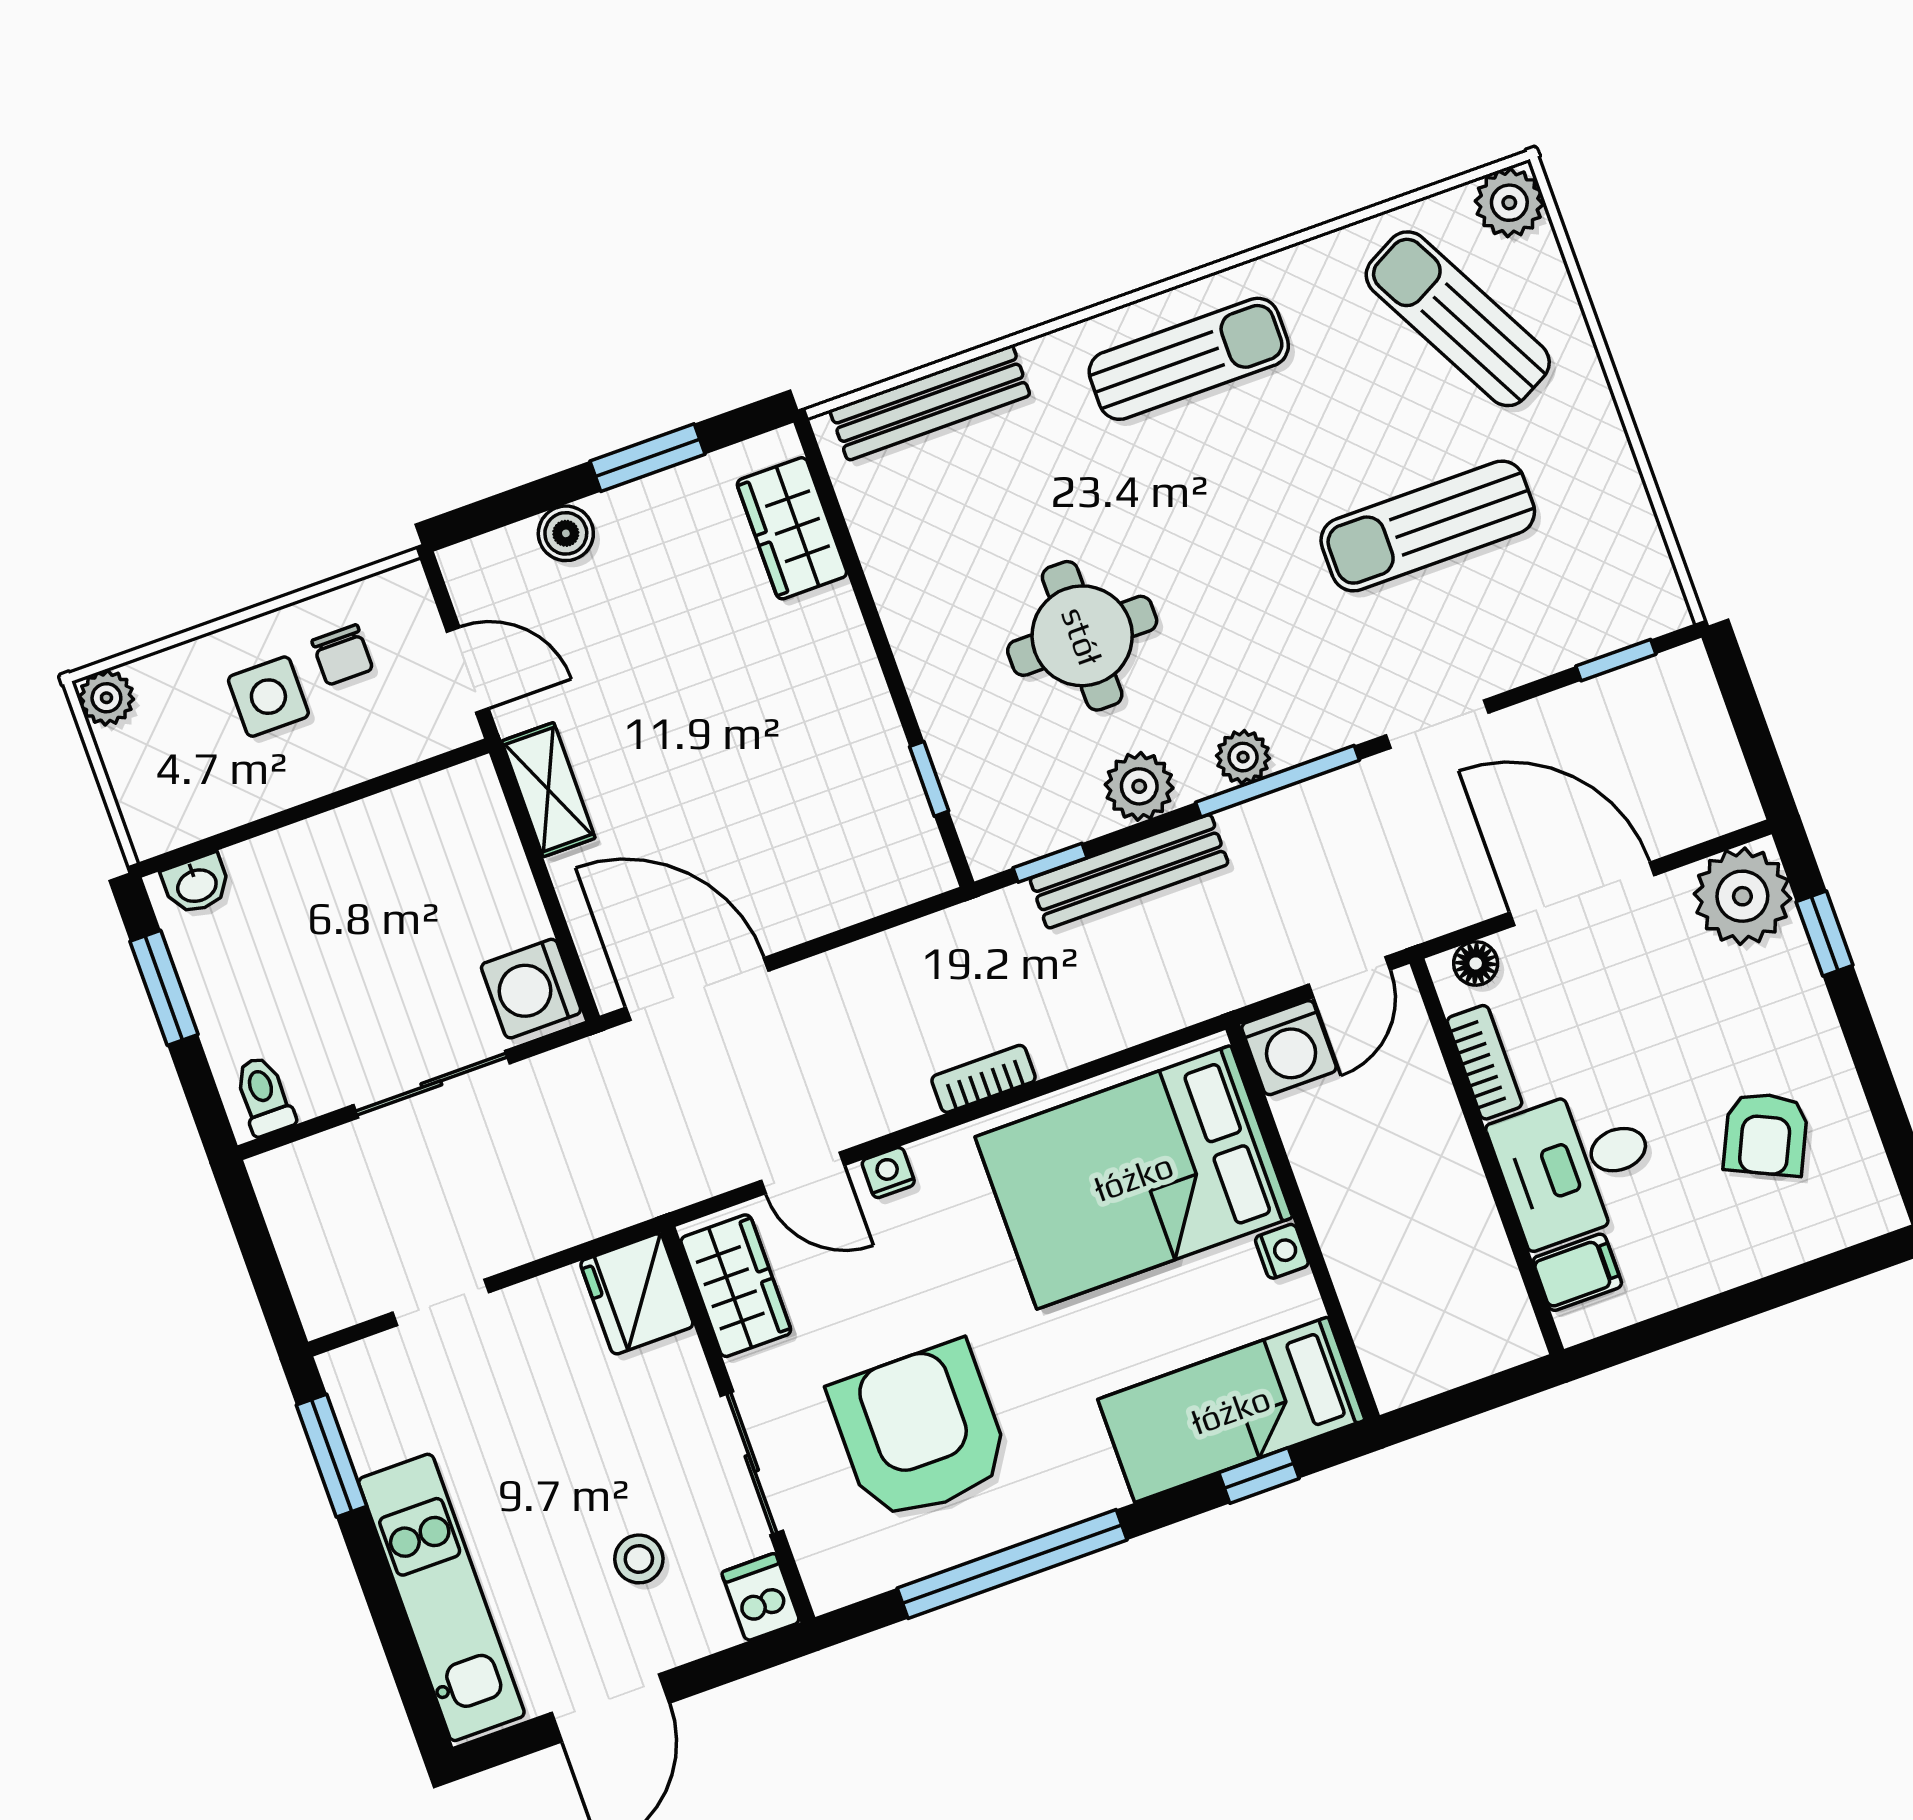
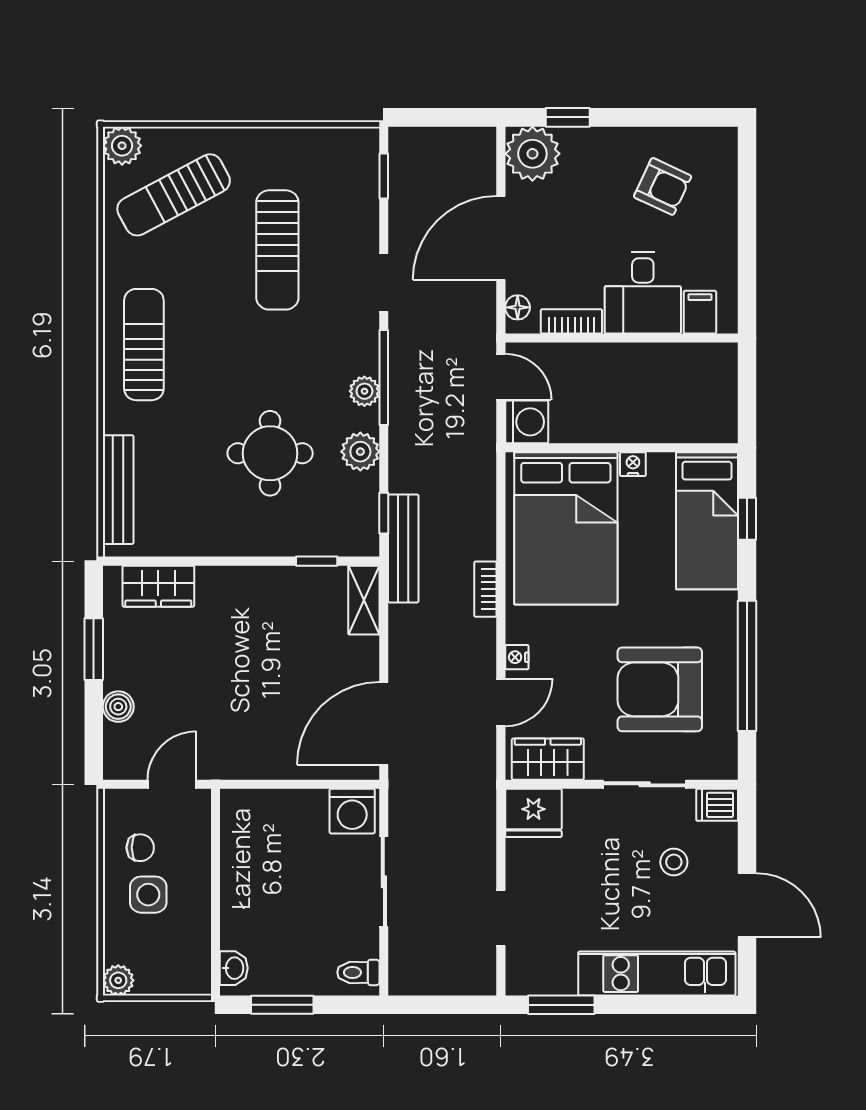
shelving: (548, 790) -> (364, 600), moved, turned 90
bench: (1129, 871) -> (403, 548), moved

